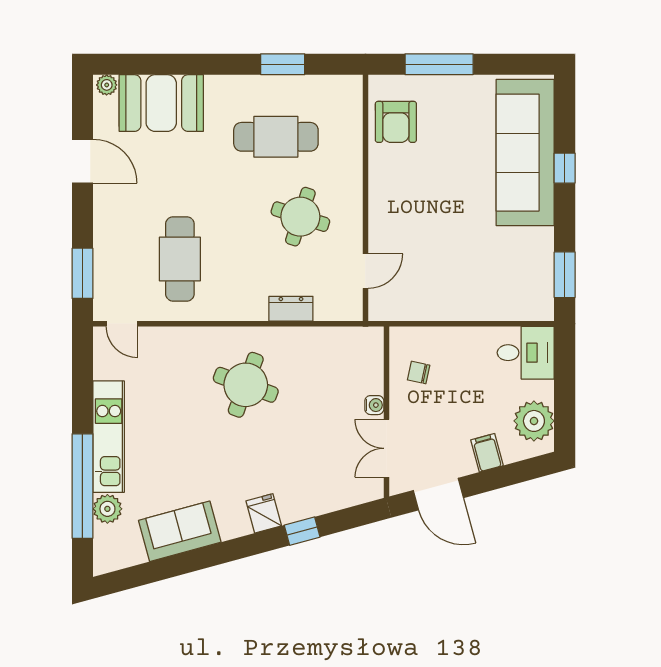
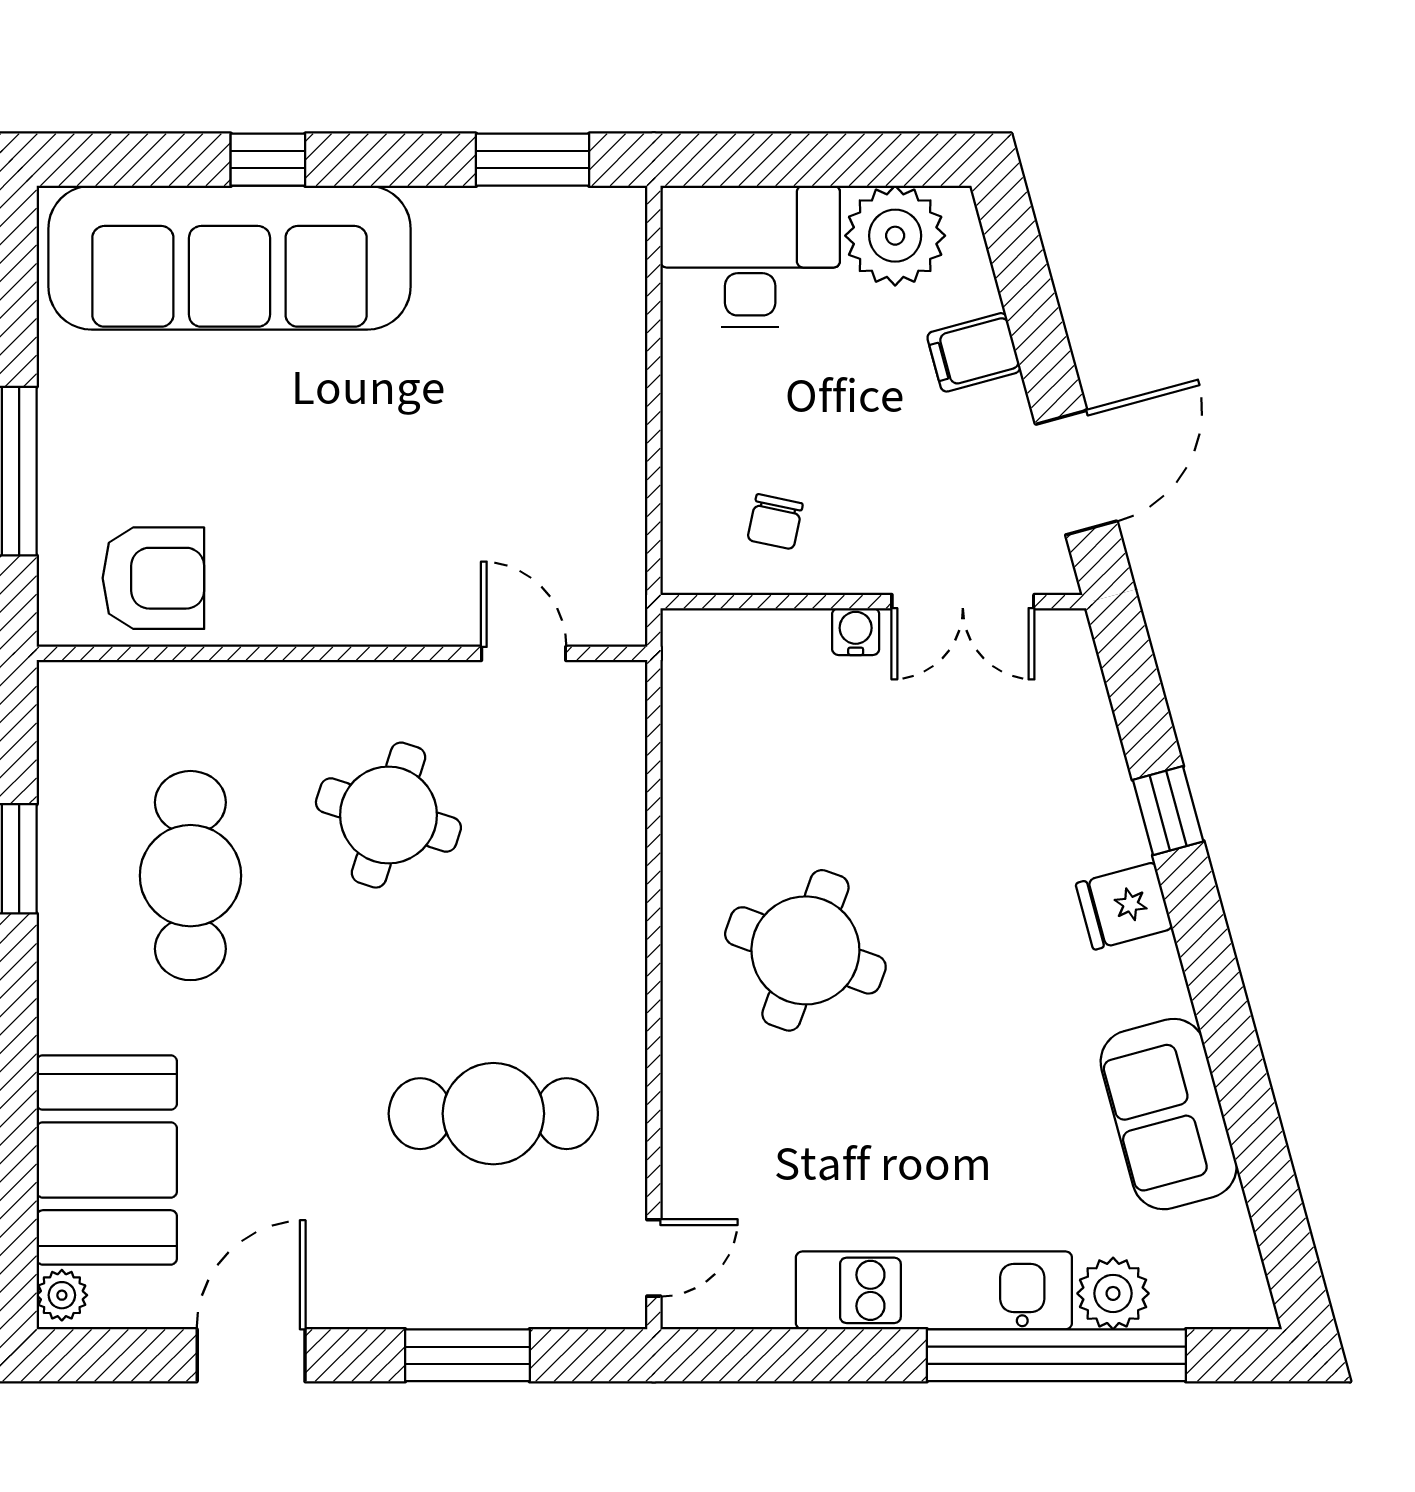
window: (82, 273) -> (467, 1355), moved
dresser: (291, 309) -> (617, 838), removed
desk: (526, 353) -> (750, 256), width x1.37

